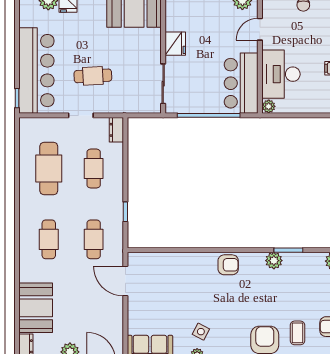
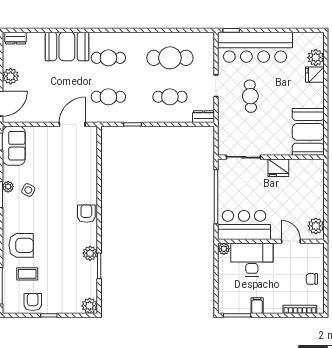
armchair: (228, 265) -> (86, 214), turned 180
booth: (36, 308) -> (67, 46), moved

